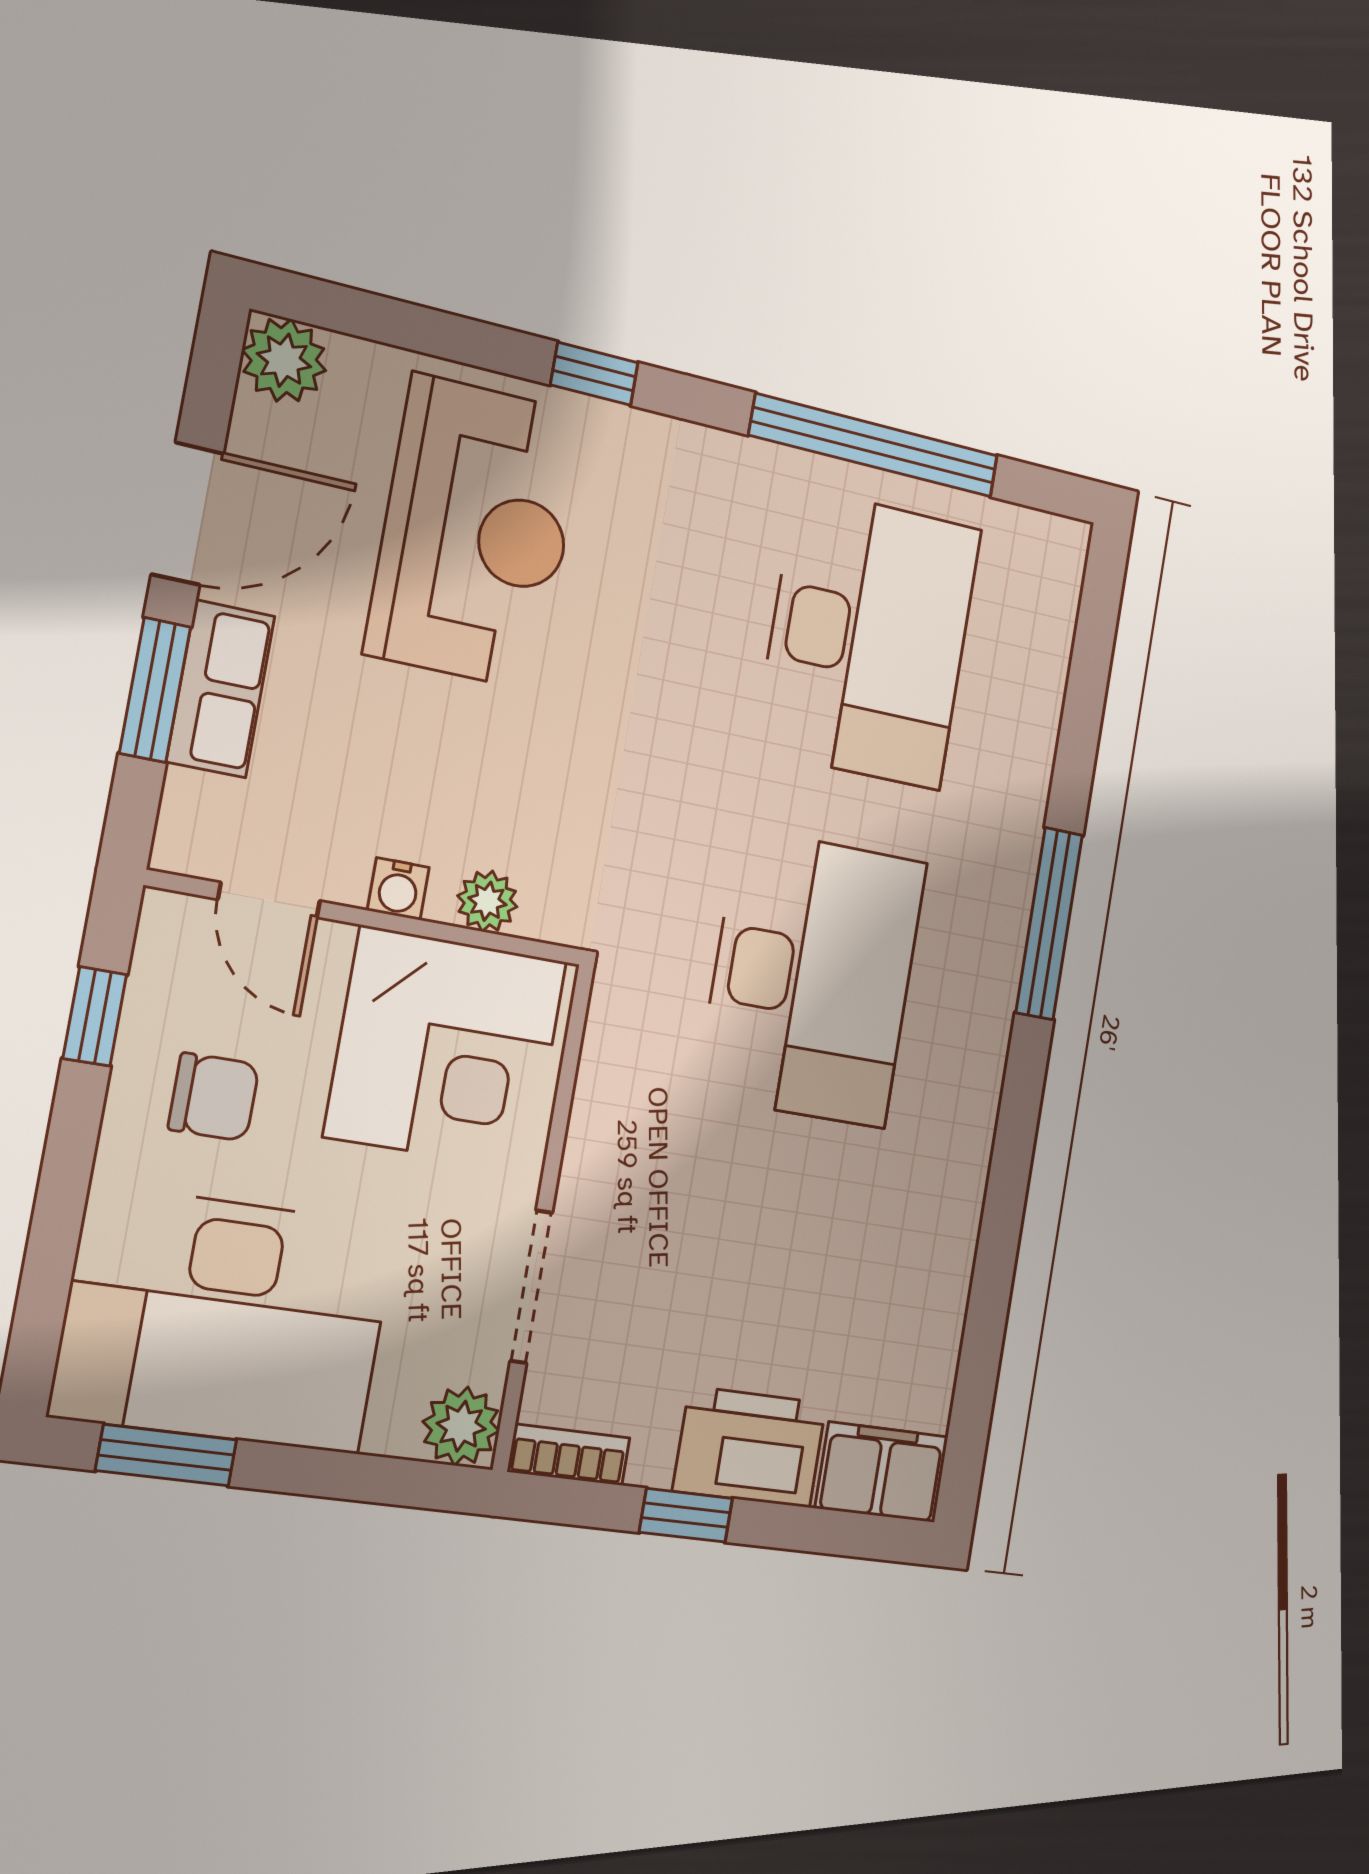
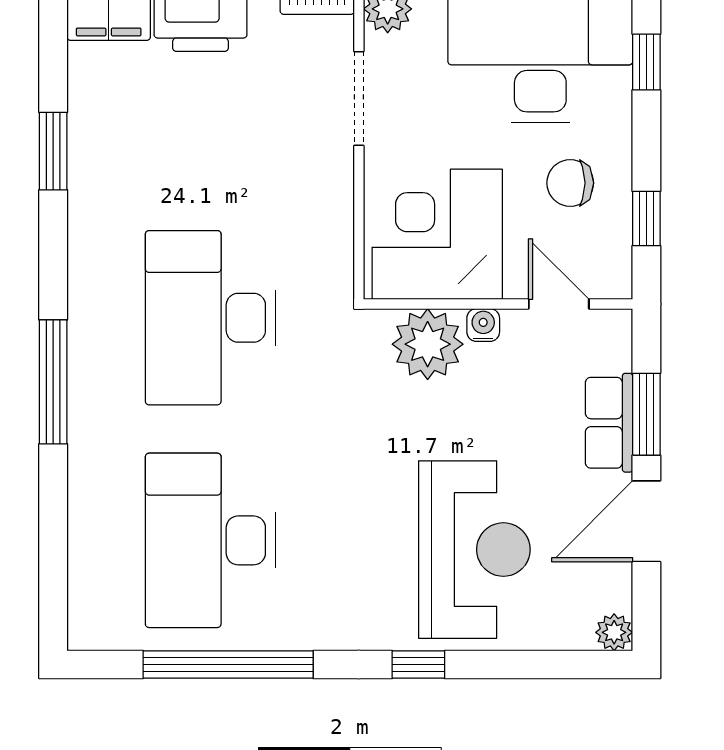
plant: (284, 360) -> (614, 632), width x0.73, depth x0.73
reception desk: (476, 533) -> (474, 550), turned 180
plant: (487, 901) -> (428, 344), width x1.87, depth x1.87
window: (994, 1271) -> (53, 151), added
window: (46, 1282) -> (646, 62), added

